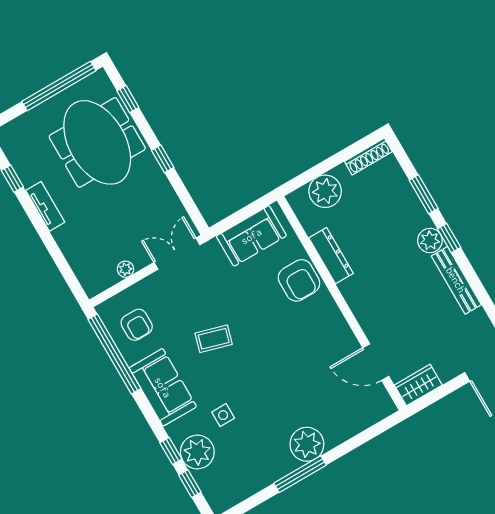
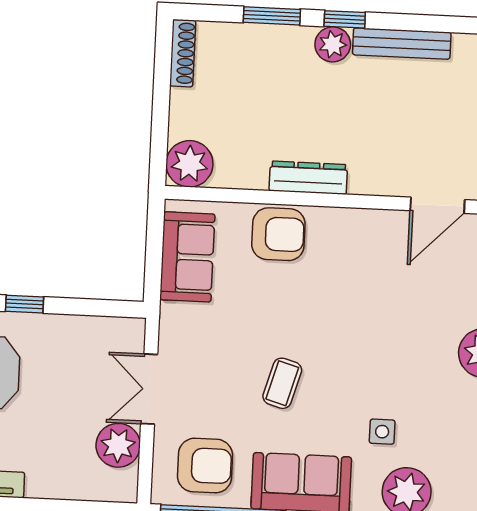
plant: (325, 191) -> (189, 164), moved
double door: (177, 254) -> (149, 389), moved
dresser: (331, 256) -> (308, 178), moved
plant: (126, 269) -> (118, 445), width x1.88, depth x1.88
armchair: (137, 325) -> (205, 466), width x1.38, depth x1.38

